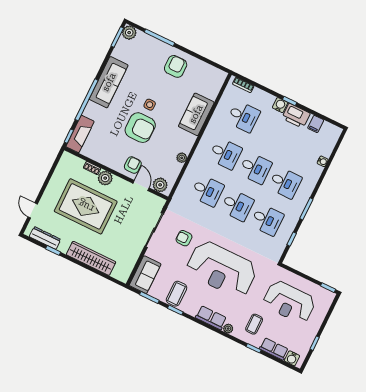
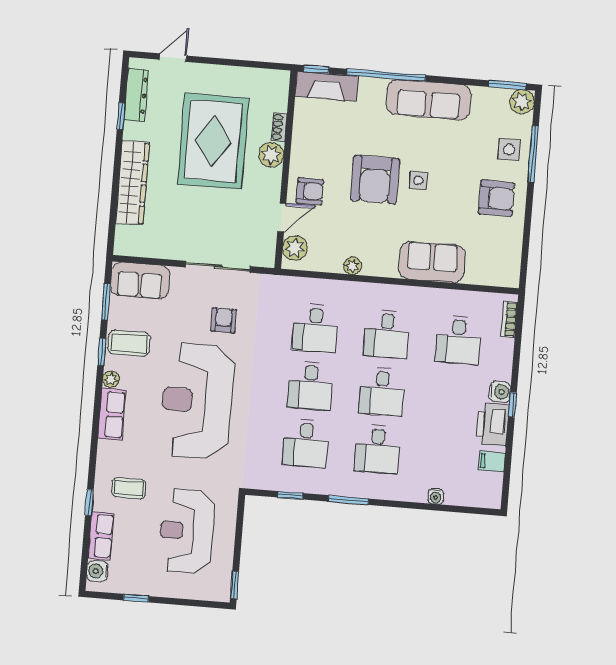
side table: (152, 49) -> (509, 149), added
plant: (228, 329) -> (111, 379), moved

